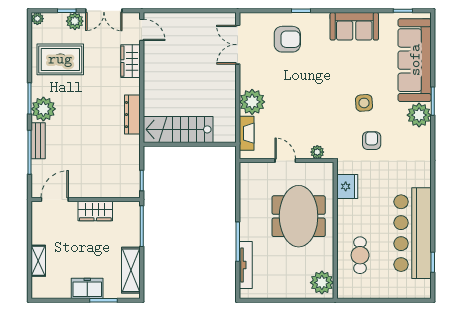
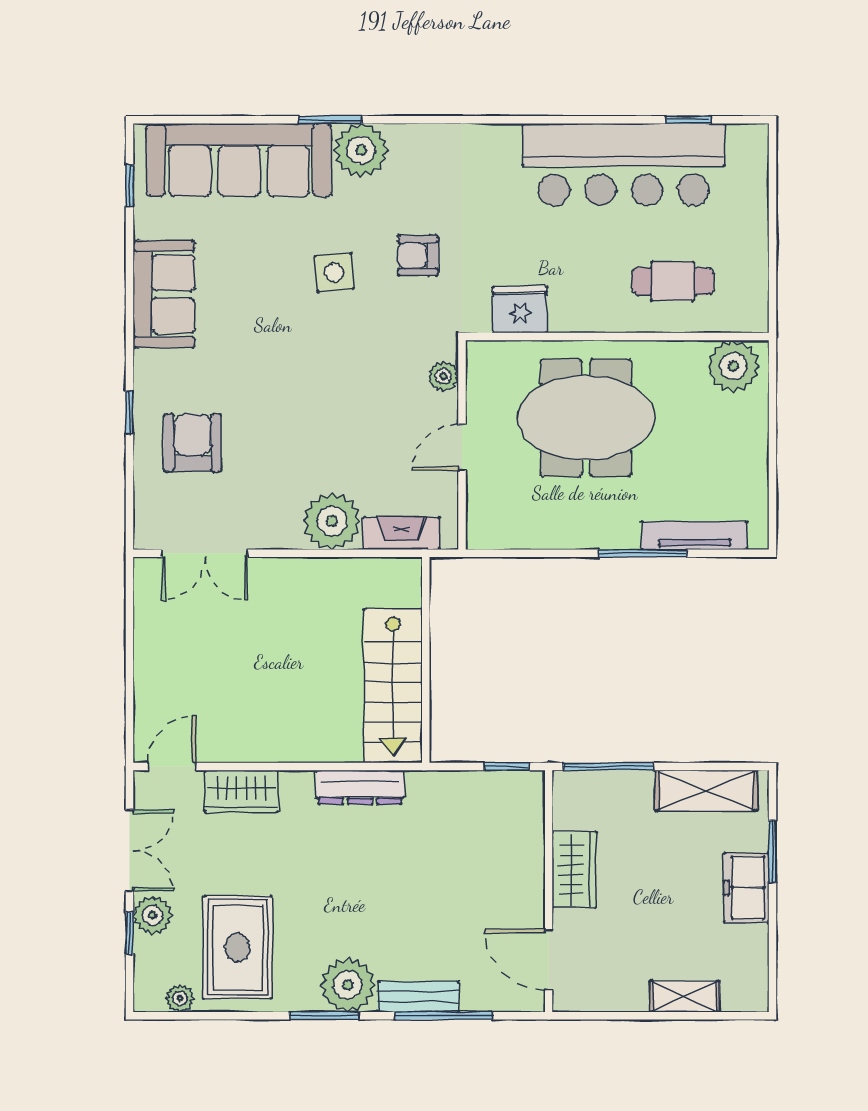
plant: (37, 19) -> (180, 998), moved

